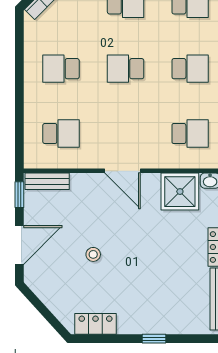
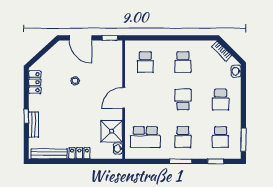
school desk: (61, 69) -> (183, 62), turned 180
school desk: (190, 133) -> (145, 137), width x1.85
bench: (47, 181) -> (34, 125), moved

